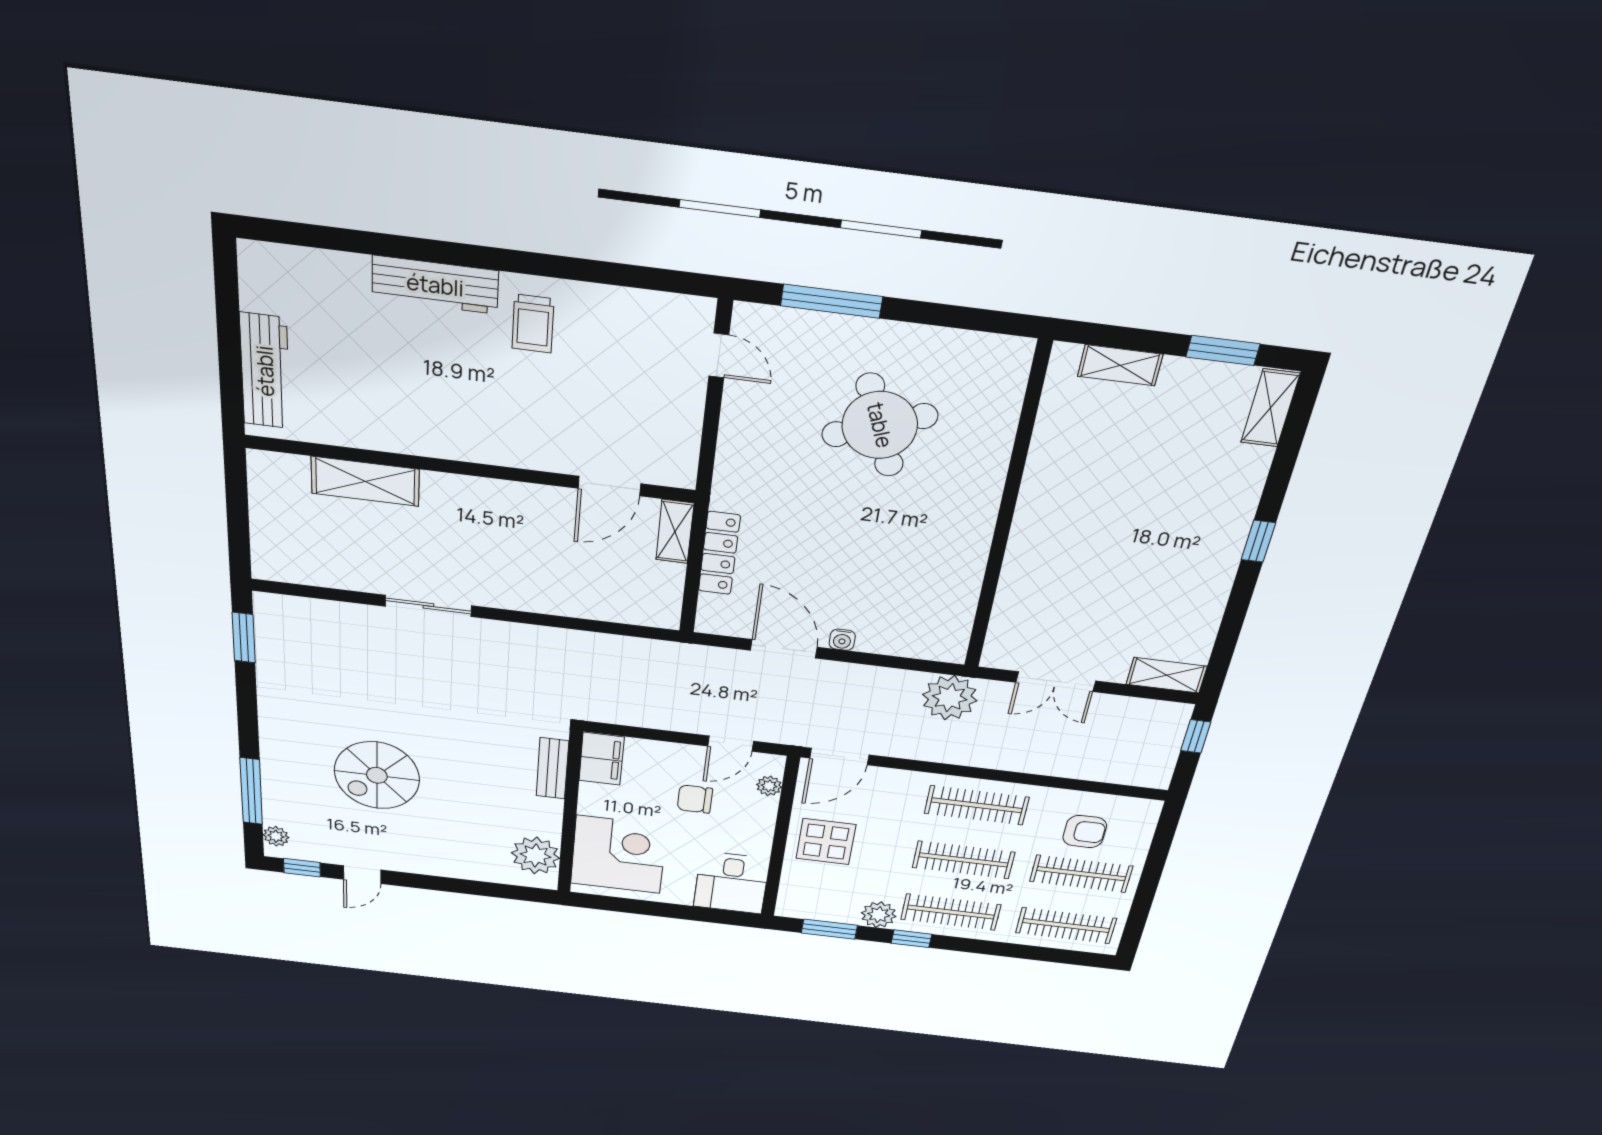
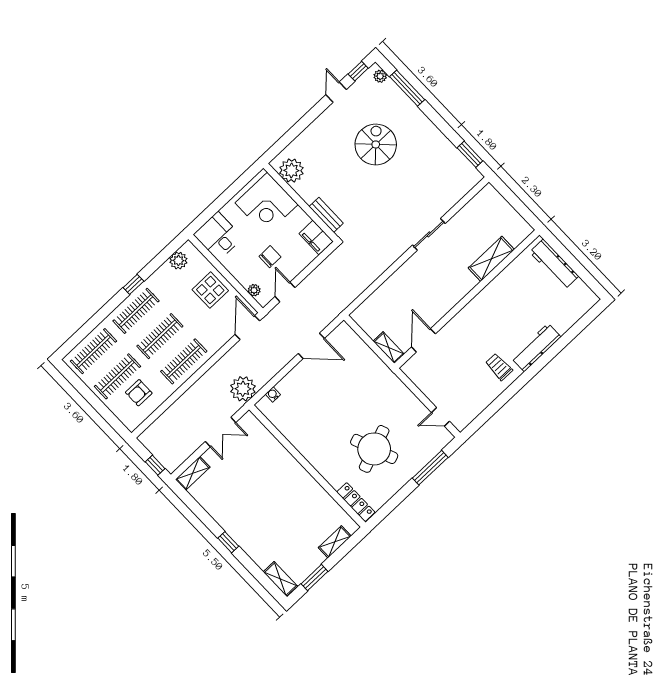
locker: (719, 553) -> (356, 502), moved, turned 180
water cooler: (842, 640) -> (273, 394), moved
double door: (1056, 682) -> (221, 432), swing flipped
plant: (879, 915) -> (178, 261), moved
window: (829, 929) -> (164, 255), removed

